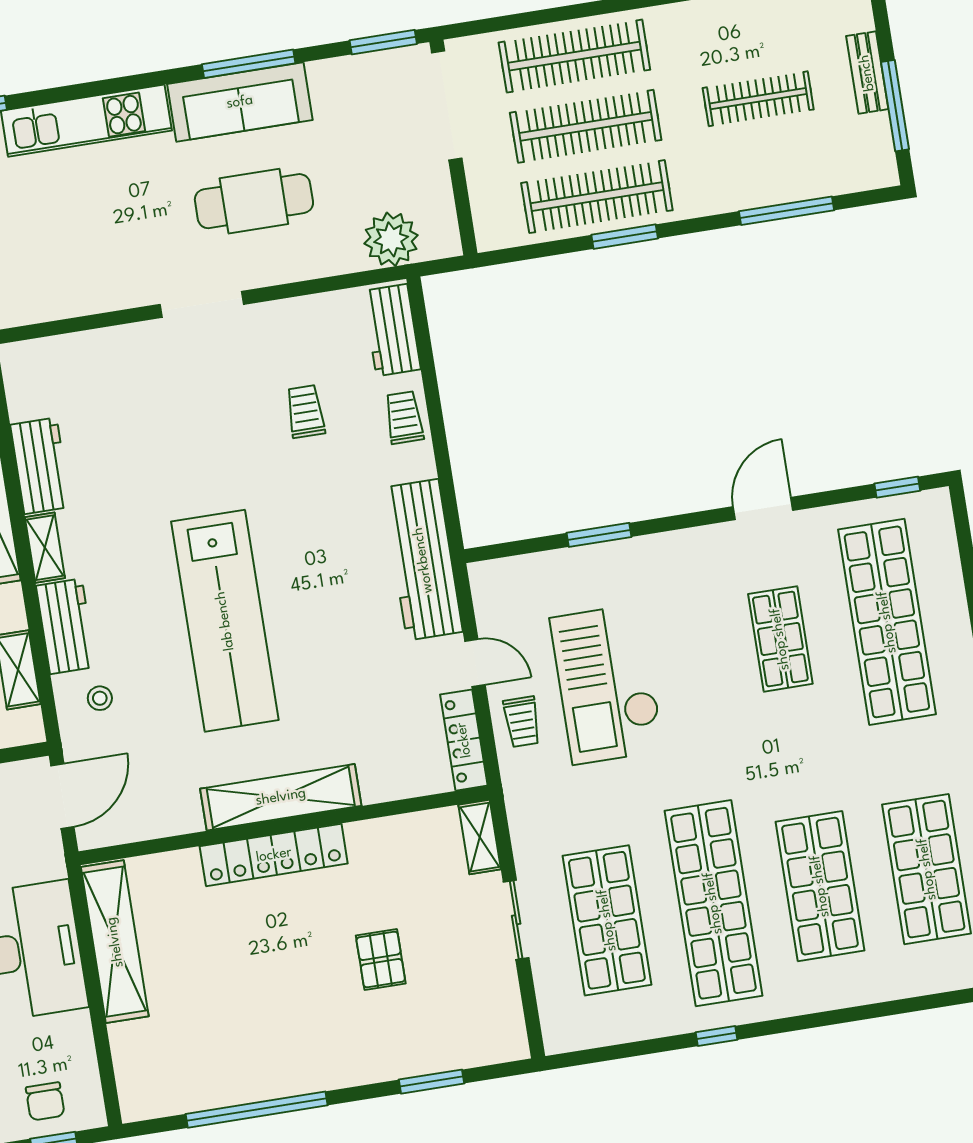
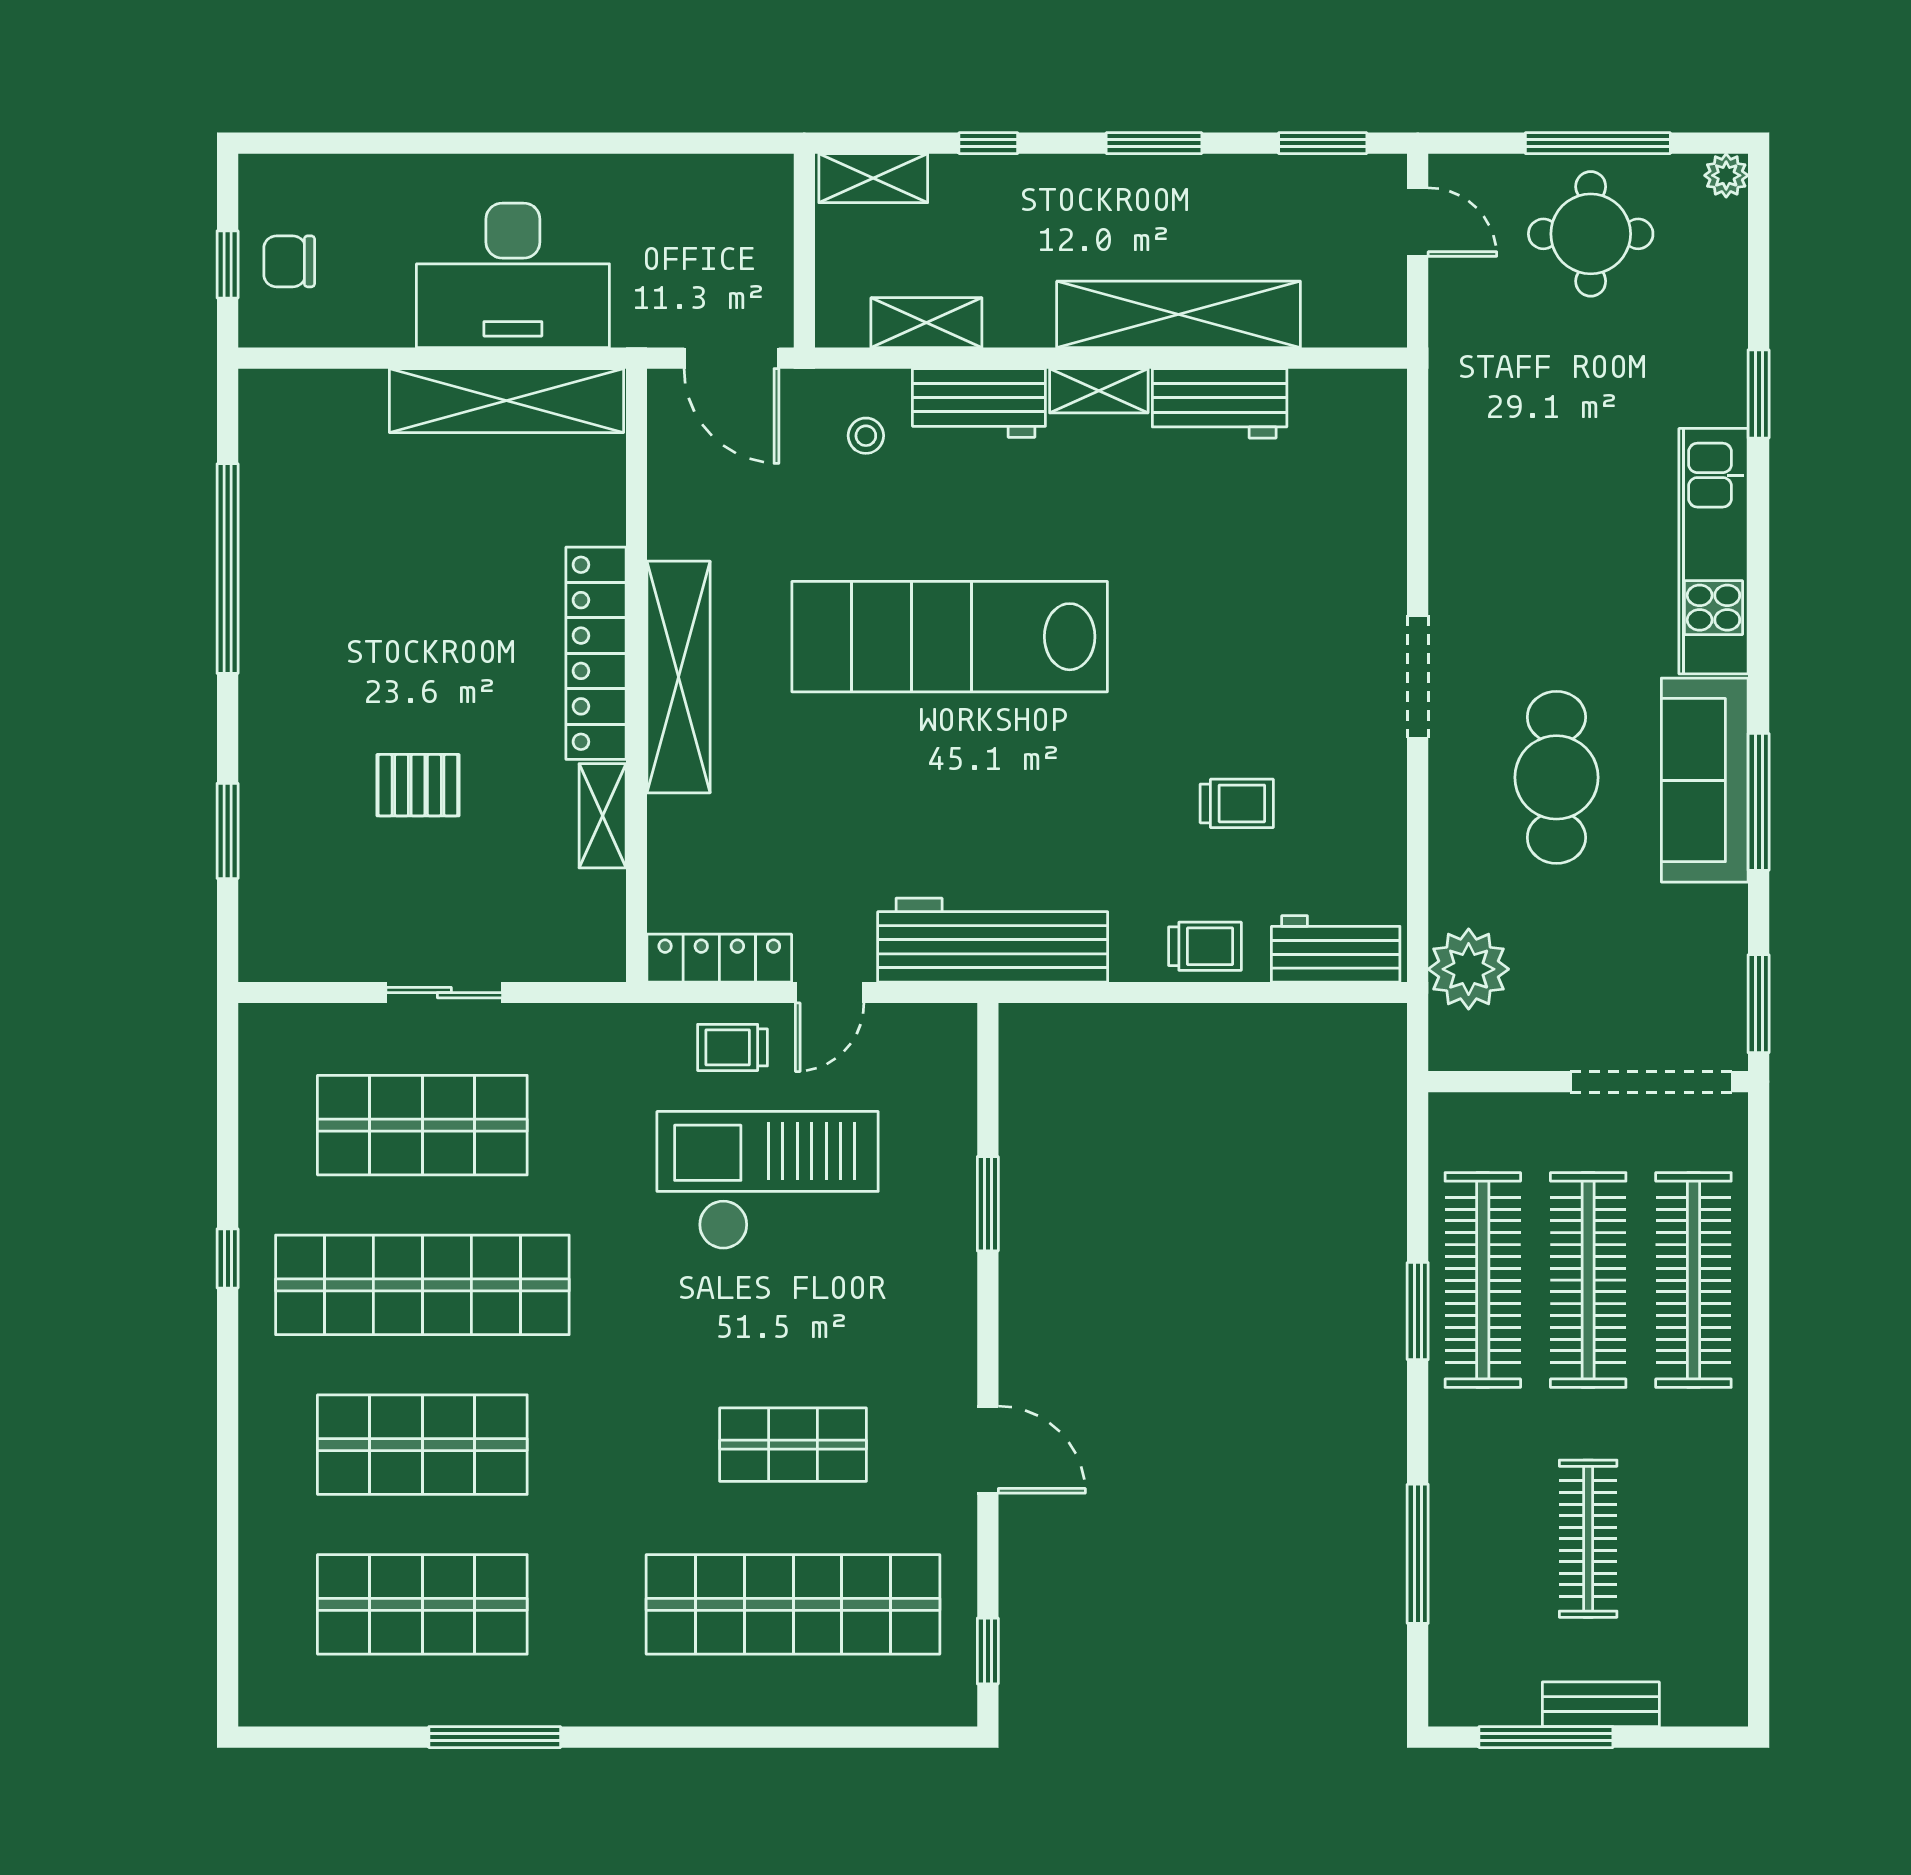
shelving: (480, 837) -> (603, 816), moved, turned 90

